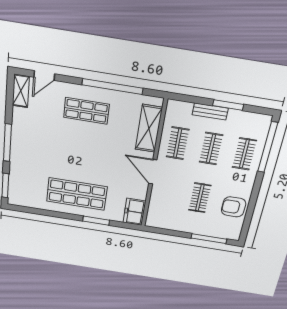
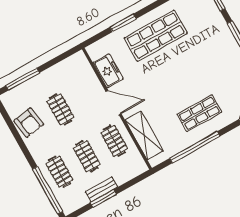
bench: (210, 111) -> (102, 189), moved
armchair: (234, 207) -> (29, 123), turned 81
freezer: (134, 212) -> (108, 71), moved

